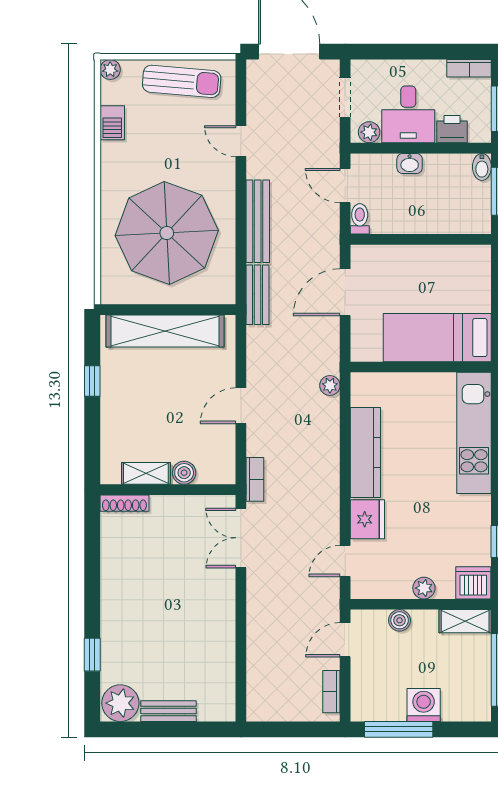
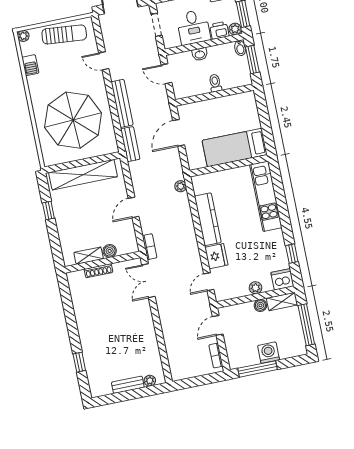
plant: (369, 132) -> (235, 29), moved
toilet: (360, 219) -> (215, 83), moved
shoe rack: (124, 503) -> (98, 271), moved
boiler: (400, 620) -> (260, 305), moved
plant: (120, 703) -> (150, 381), moved, width x0.53, depth x0.53

